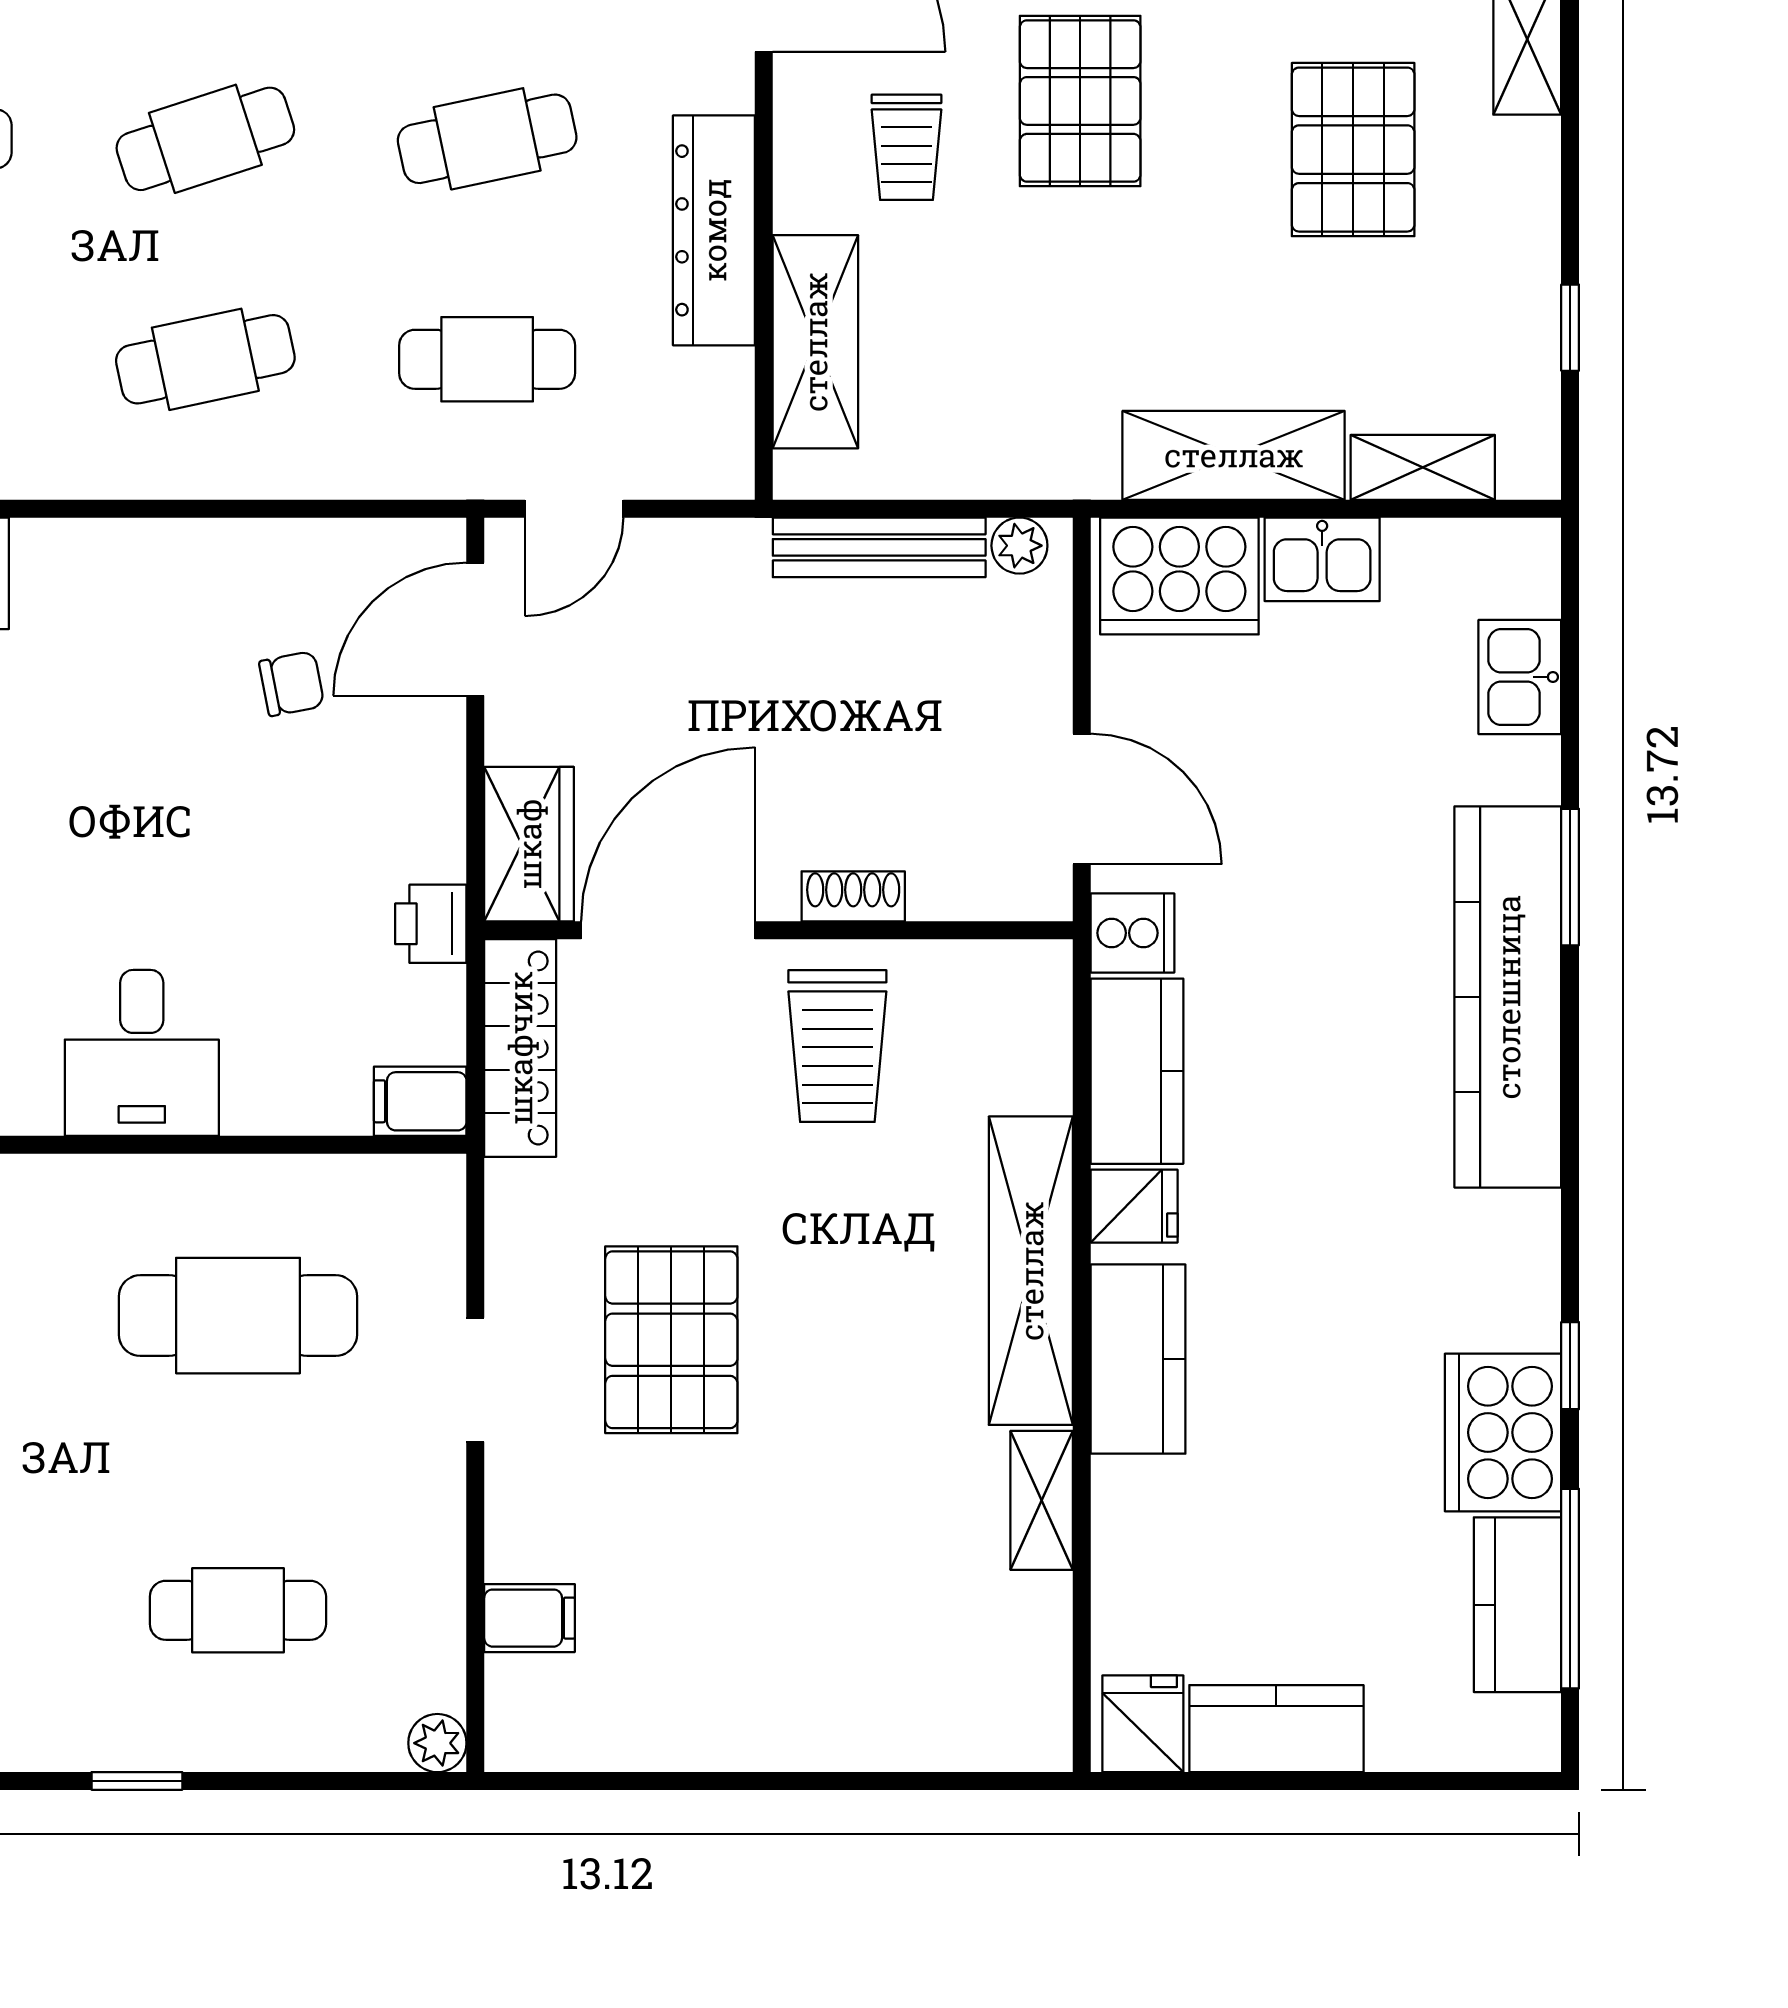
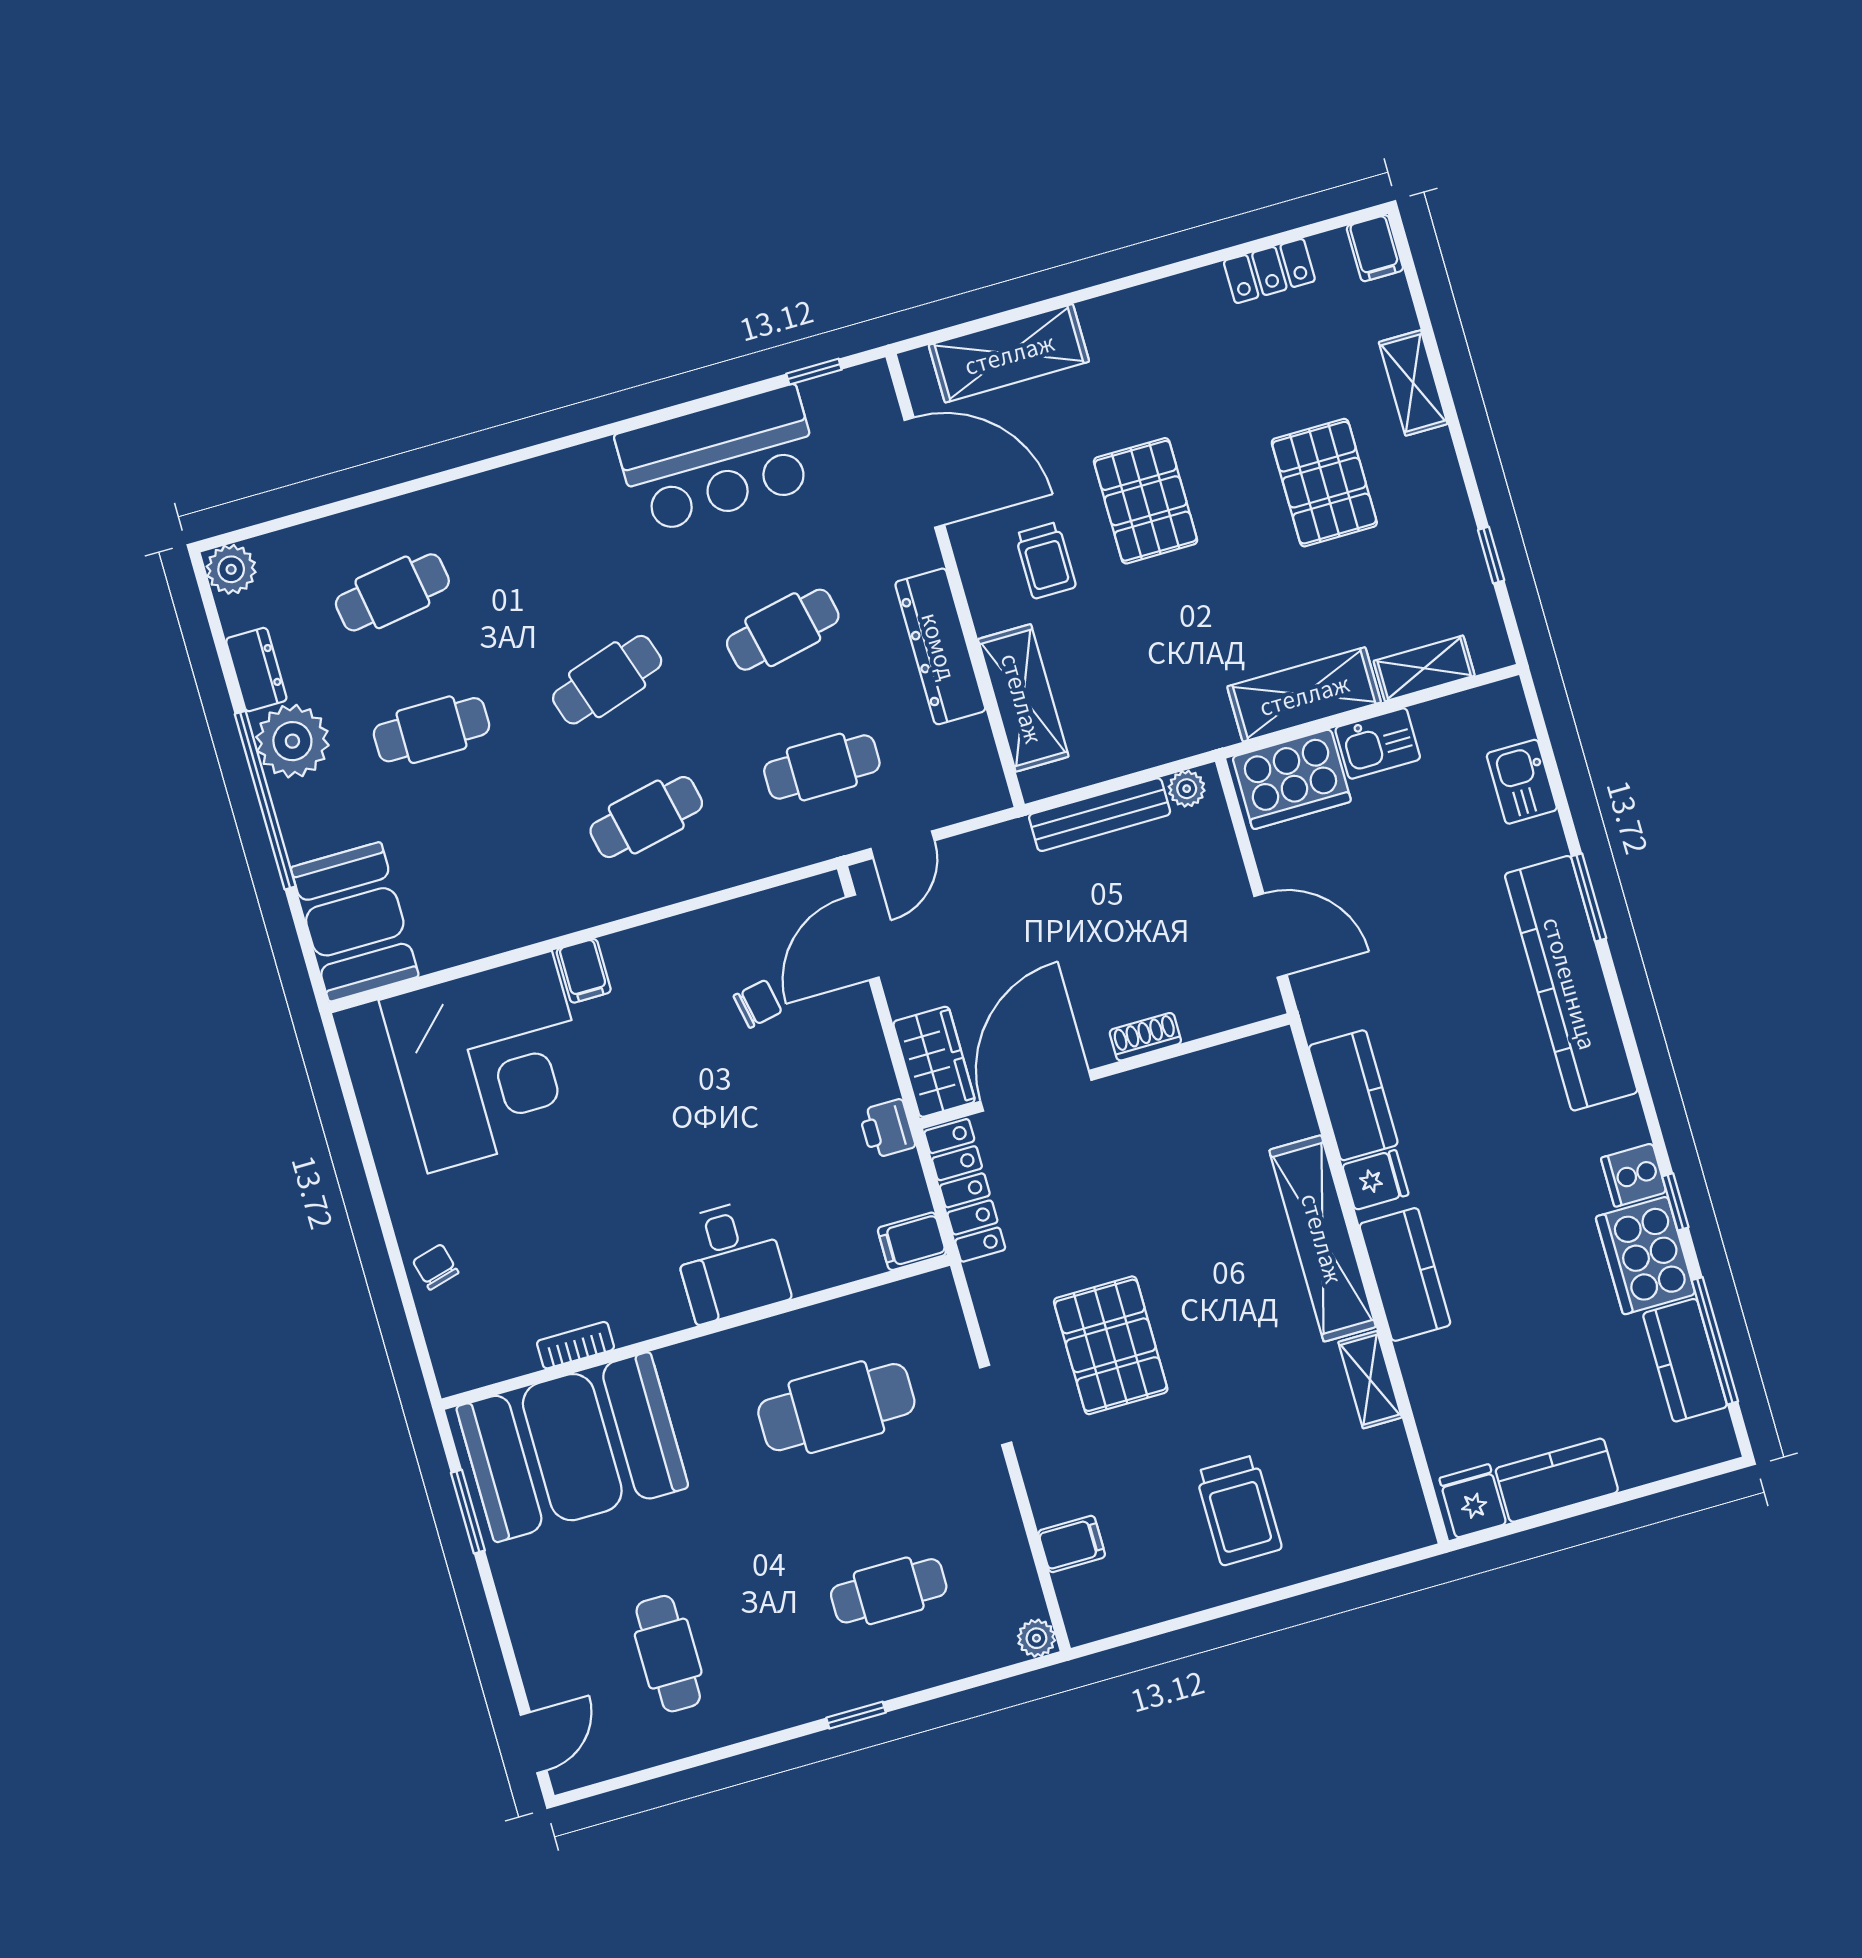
filing cabinet: (47, 561) -> (584, 971), added
cooker: (1133, 933) -> (1634, 1175), moved, turned 180
trolley: (837, 1046) -> (1239, 1510), moved

